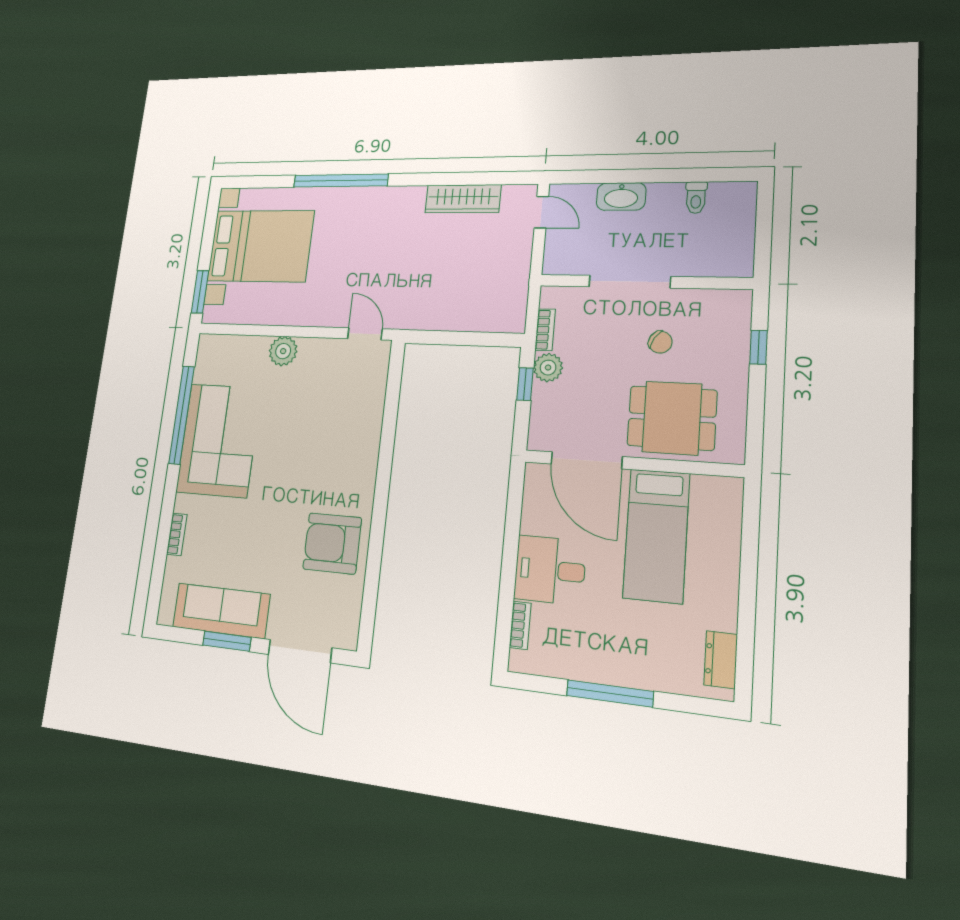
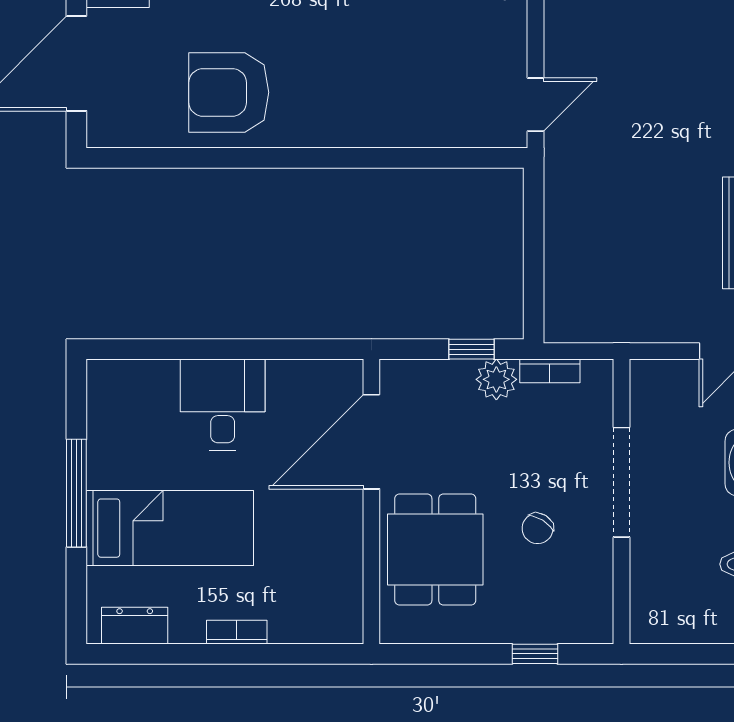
bed: (656, 536) -> (170, 528), moved, turned 180
armchair: (332, 543) -> (229, 92), turned -90
bookcase: (520, 625) -> (237, 632), moved, turned 180

